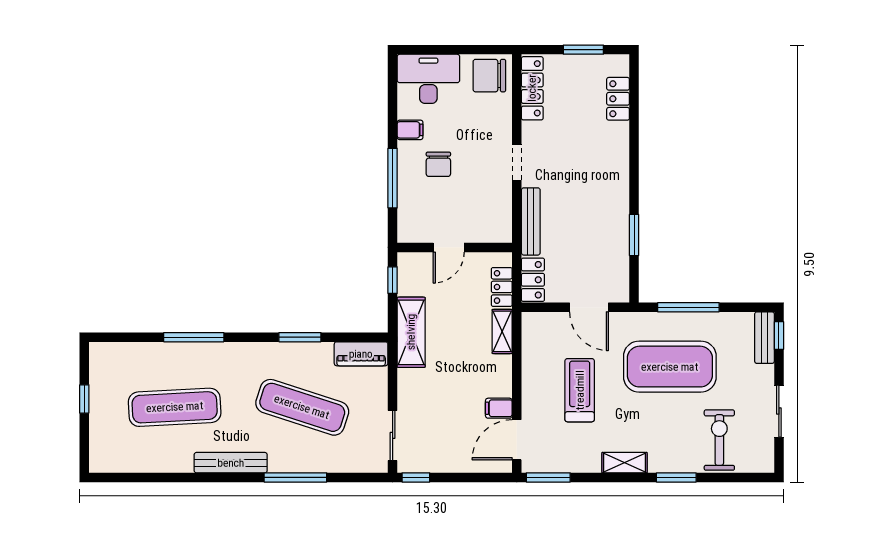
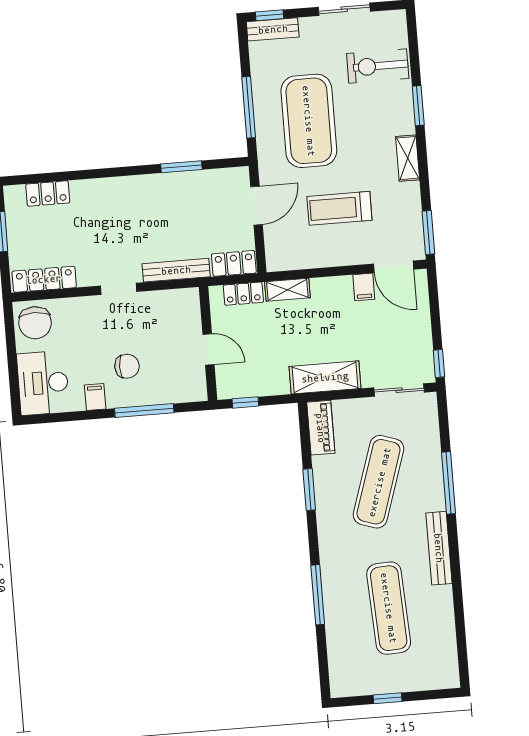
shelving: (411, 332) -> (325, 377), moved

